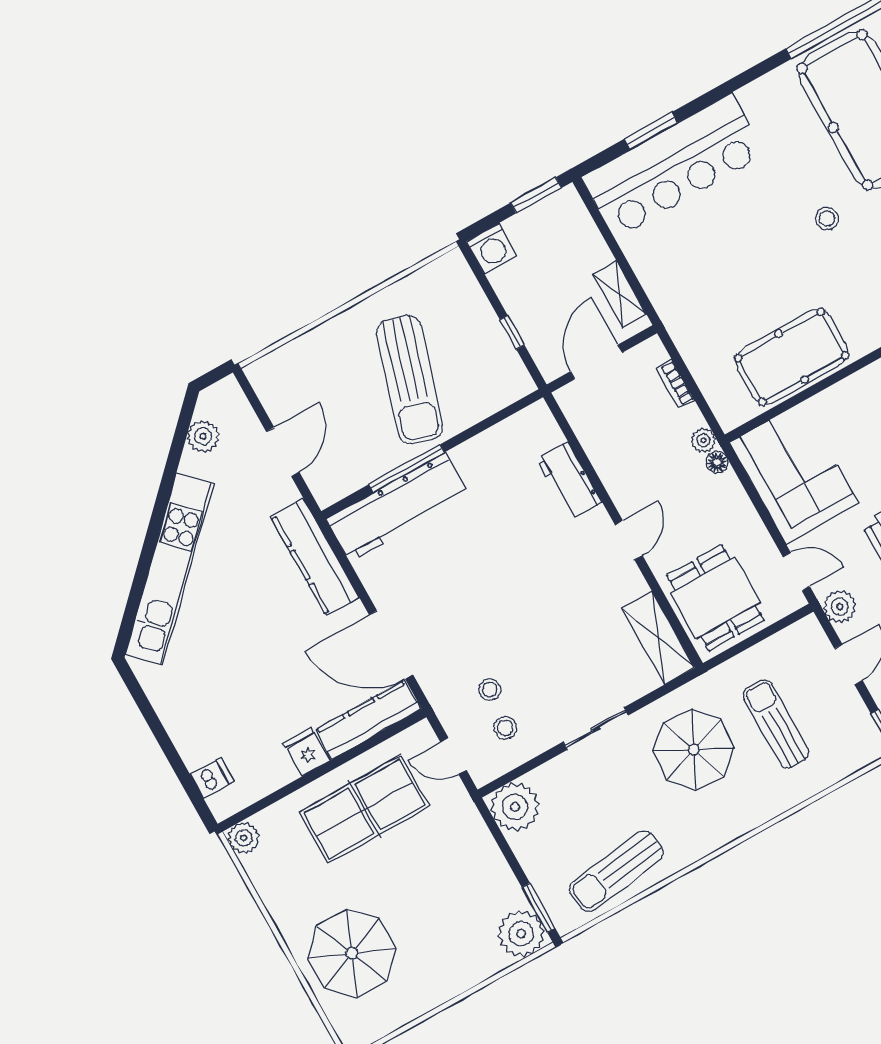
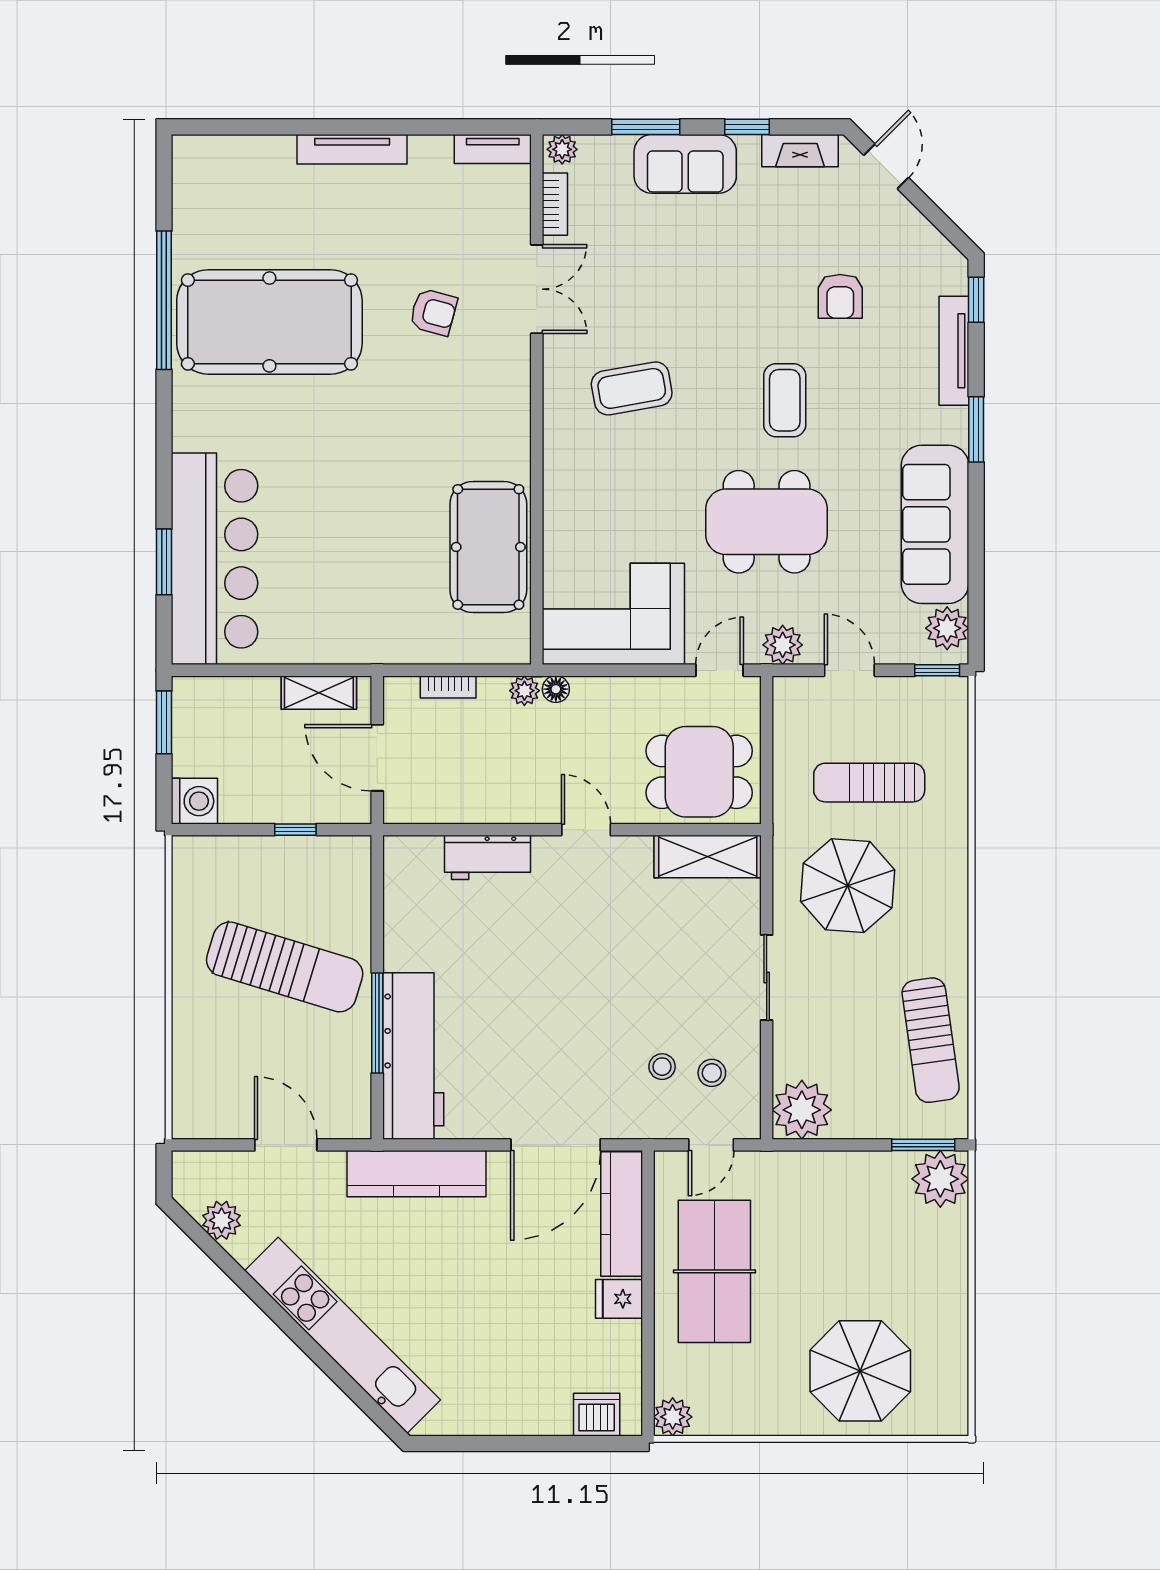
stool: (827, 218) -> (362, 427), removed
dishwasher: (212, 778) -> (597, 1415), width x1.38

